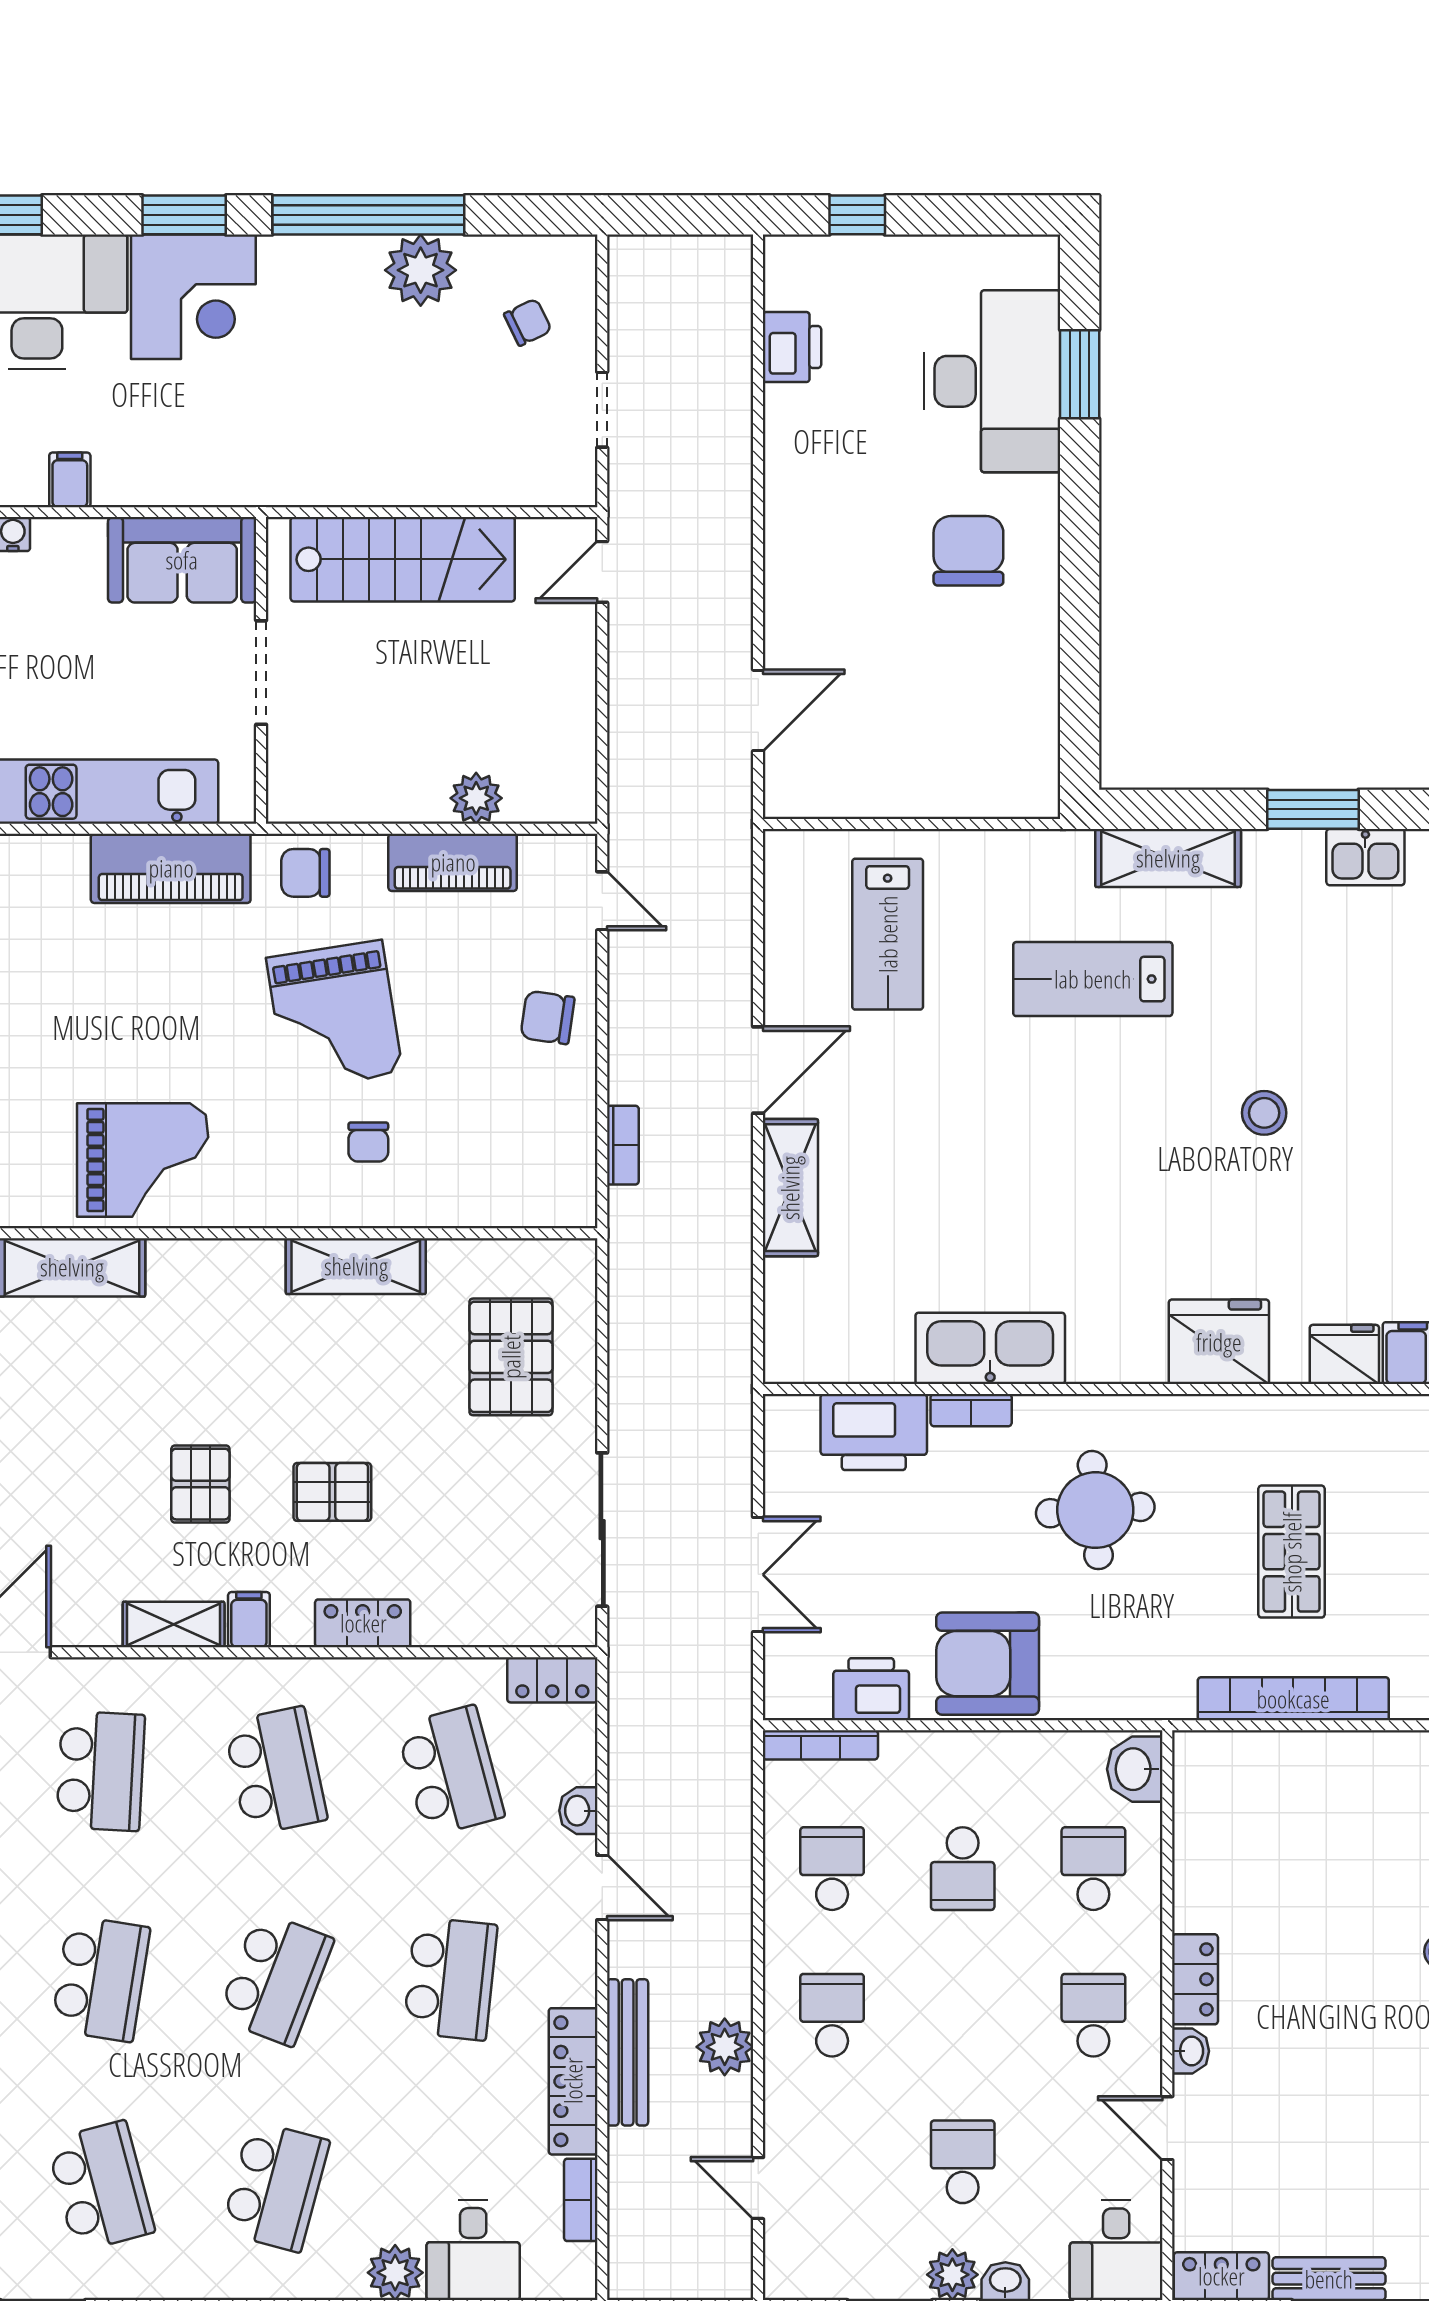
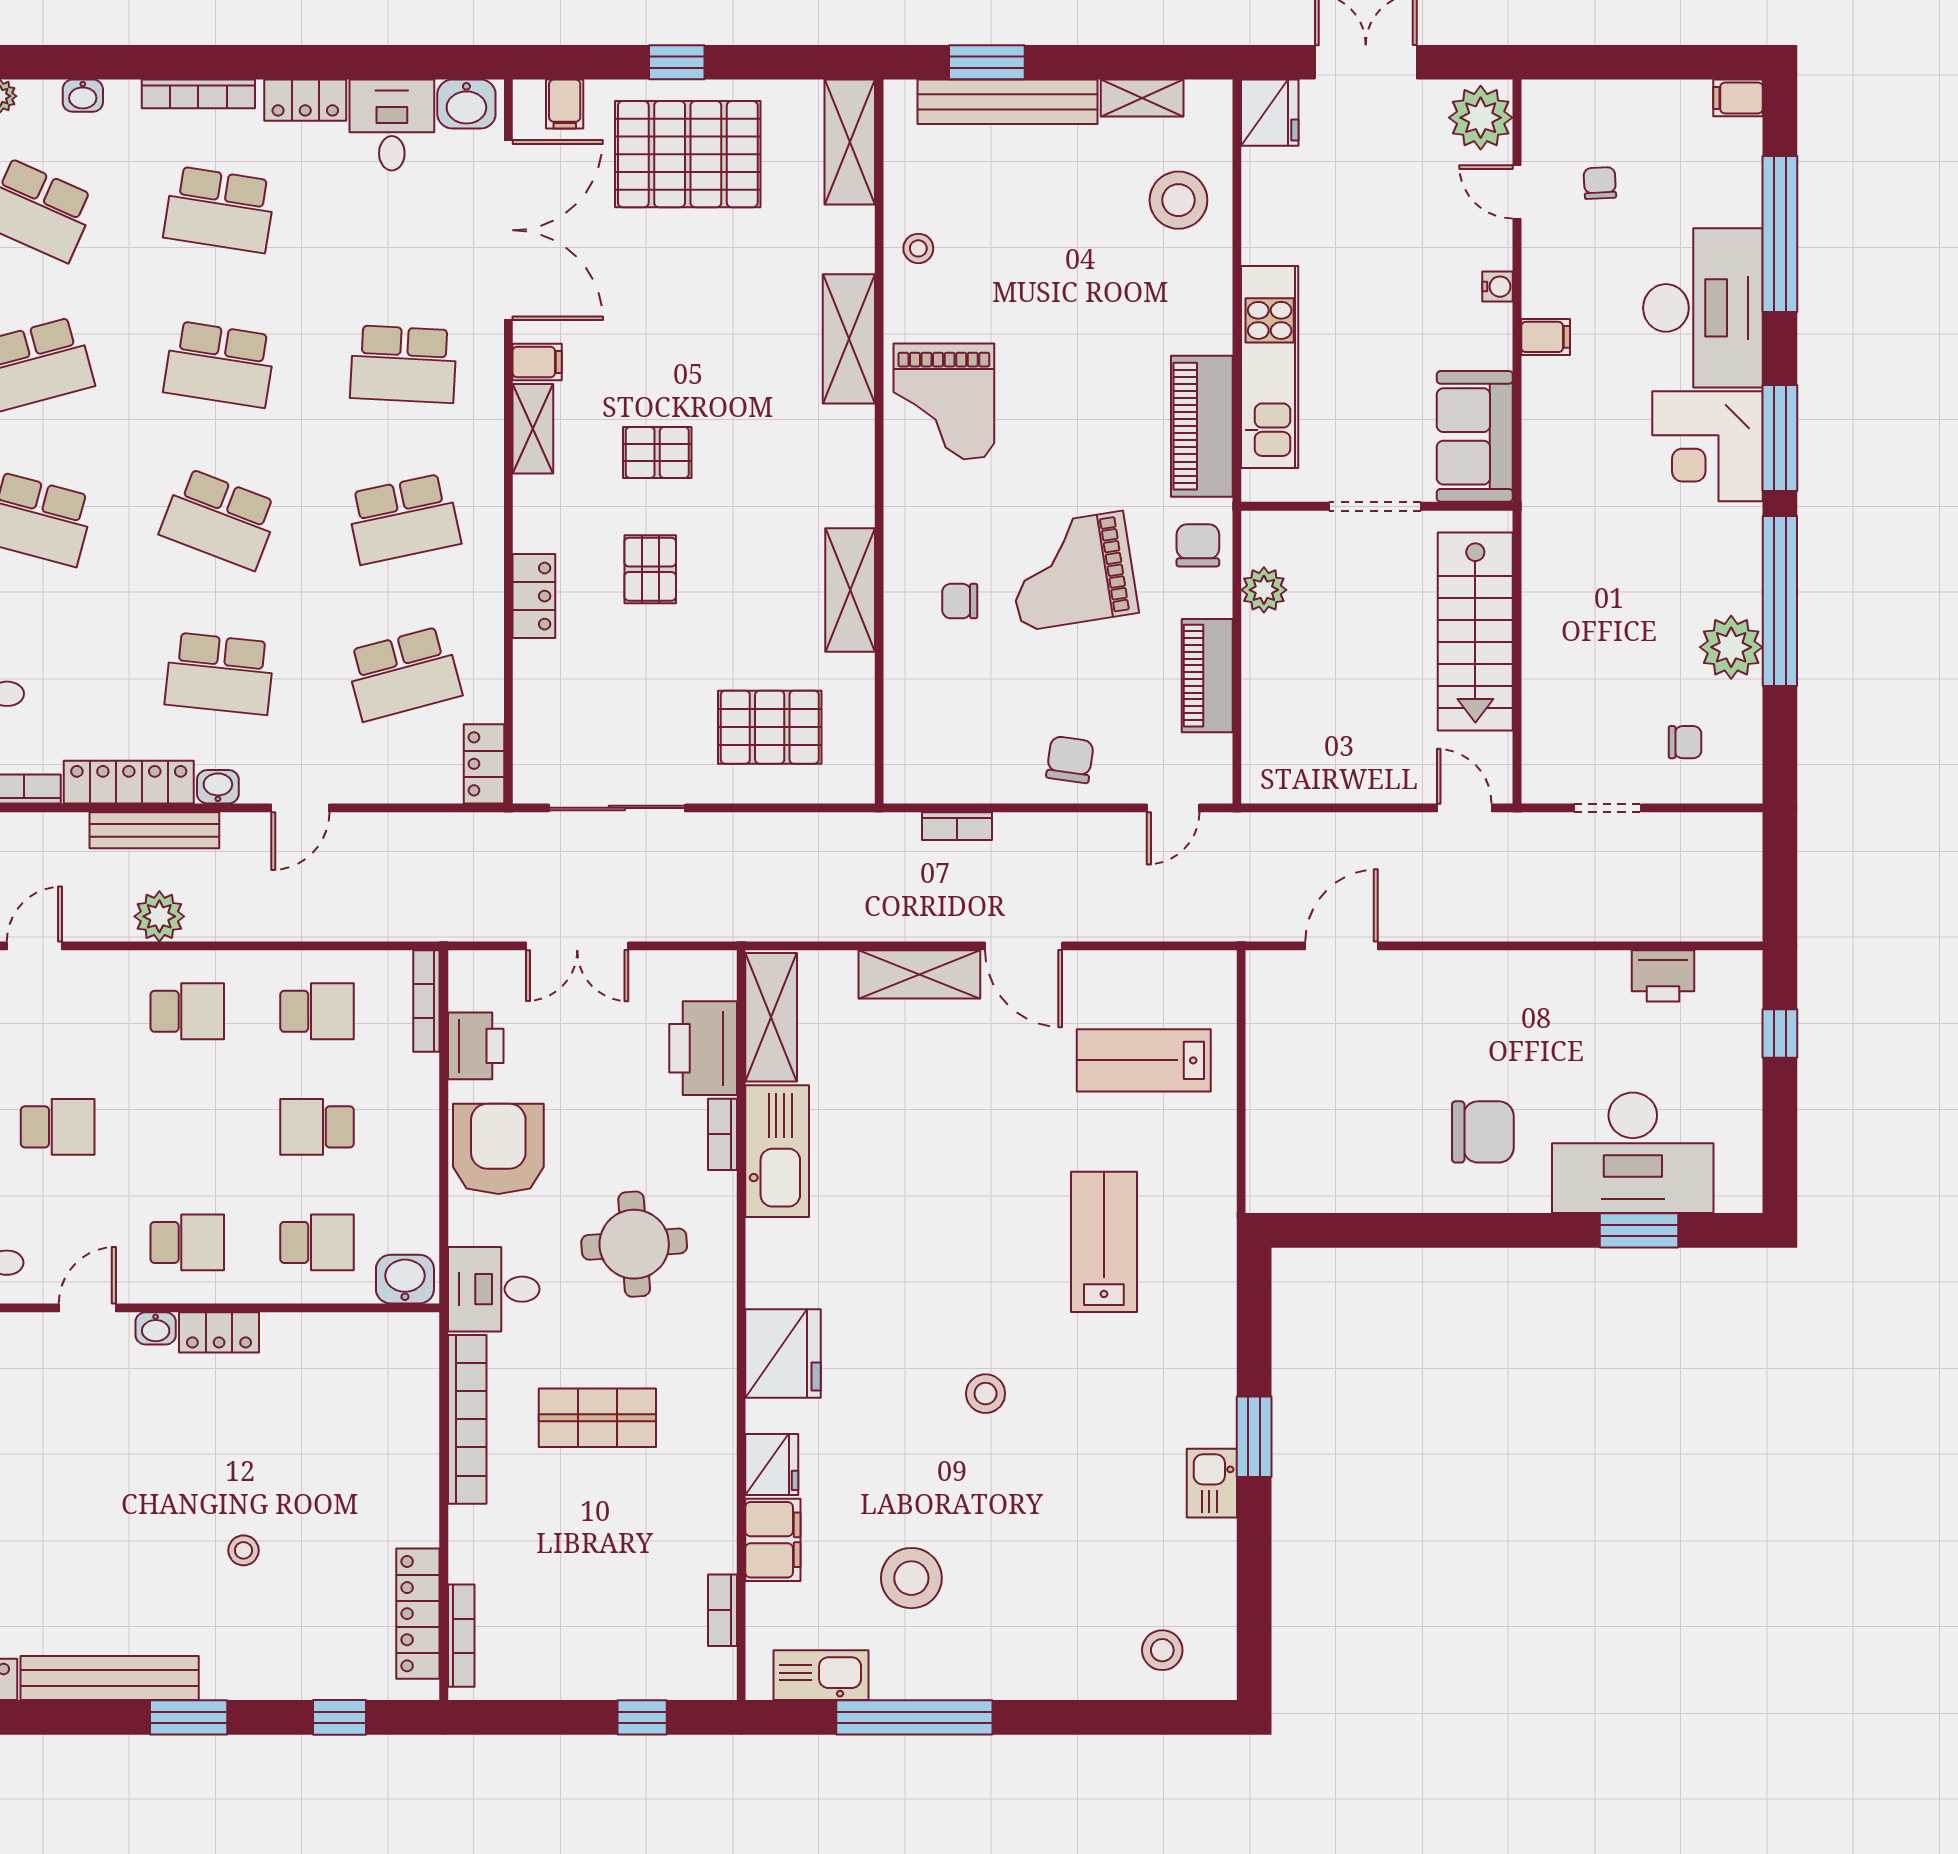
window: (184, 215) -> (1780, 438), width x1.44
chair: (528, 322) -> (1685, 742), turned -64
door: (758, 710) -> (1342, 946), swing flipped
plant: (476, 798) -> (1264, 590), moved
shelving: (1168, 858) -> (771, 1017), moved
filing cabinet: (249, 1620) -> (537, 362), moved
desk: (1146, 1669) -> (494, 1289), added
washbasin: (578, 1811) -> (218, 787), moved

